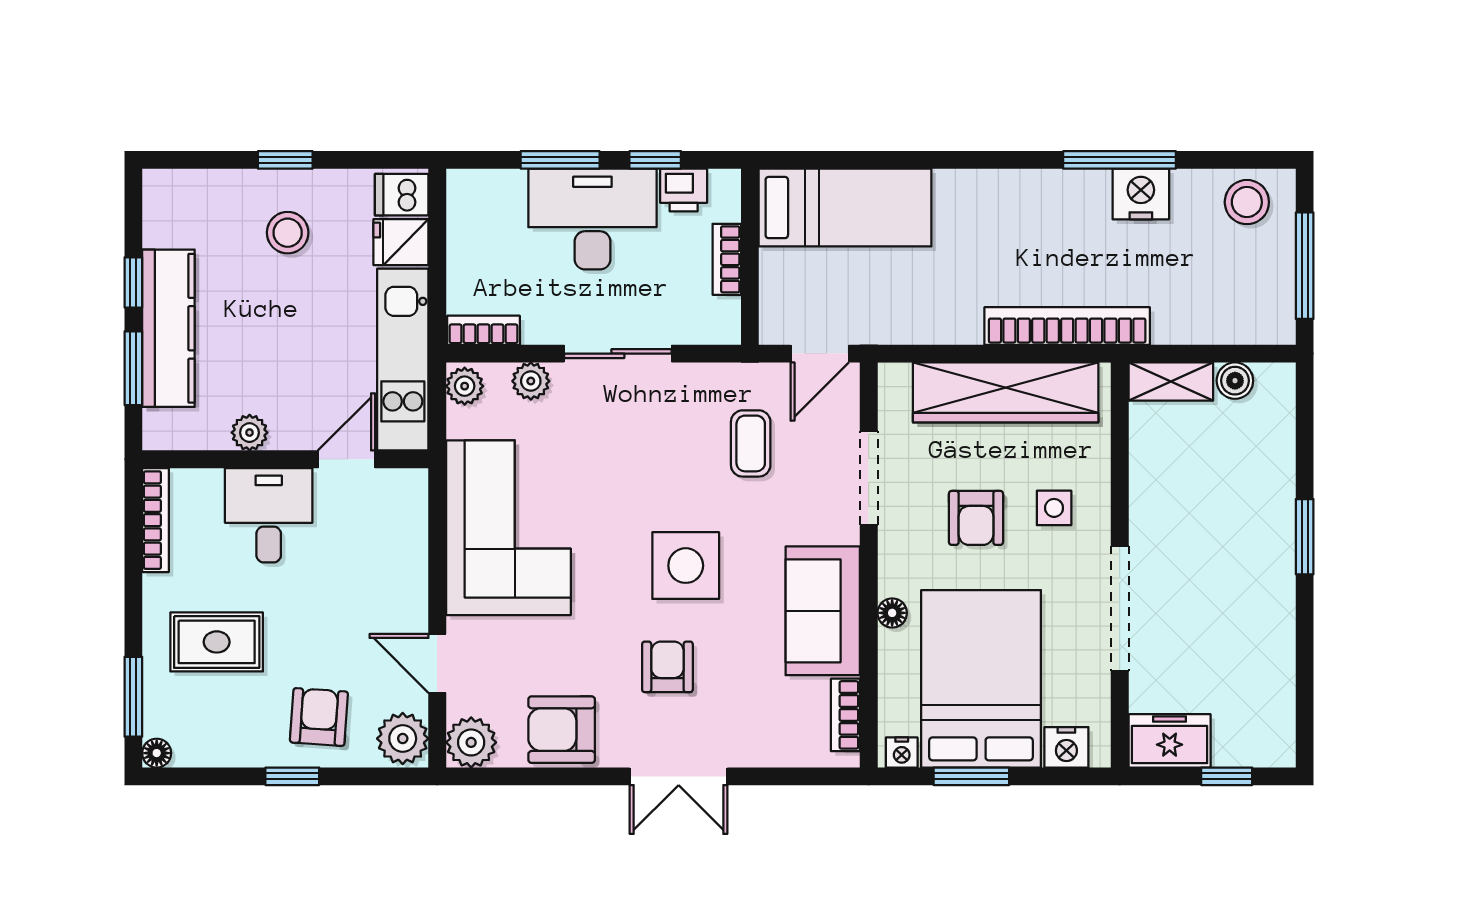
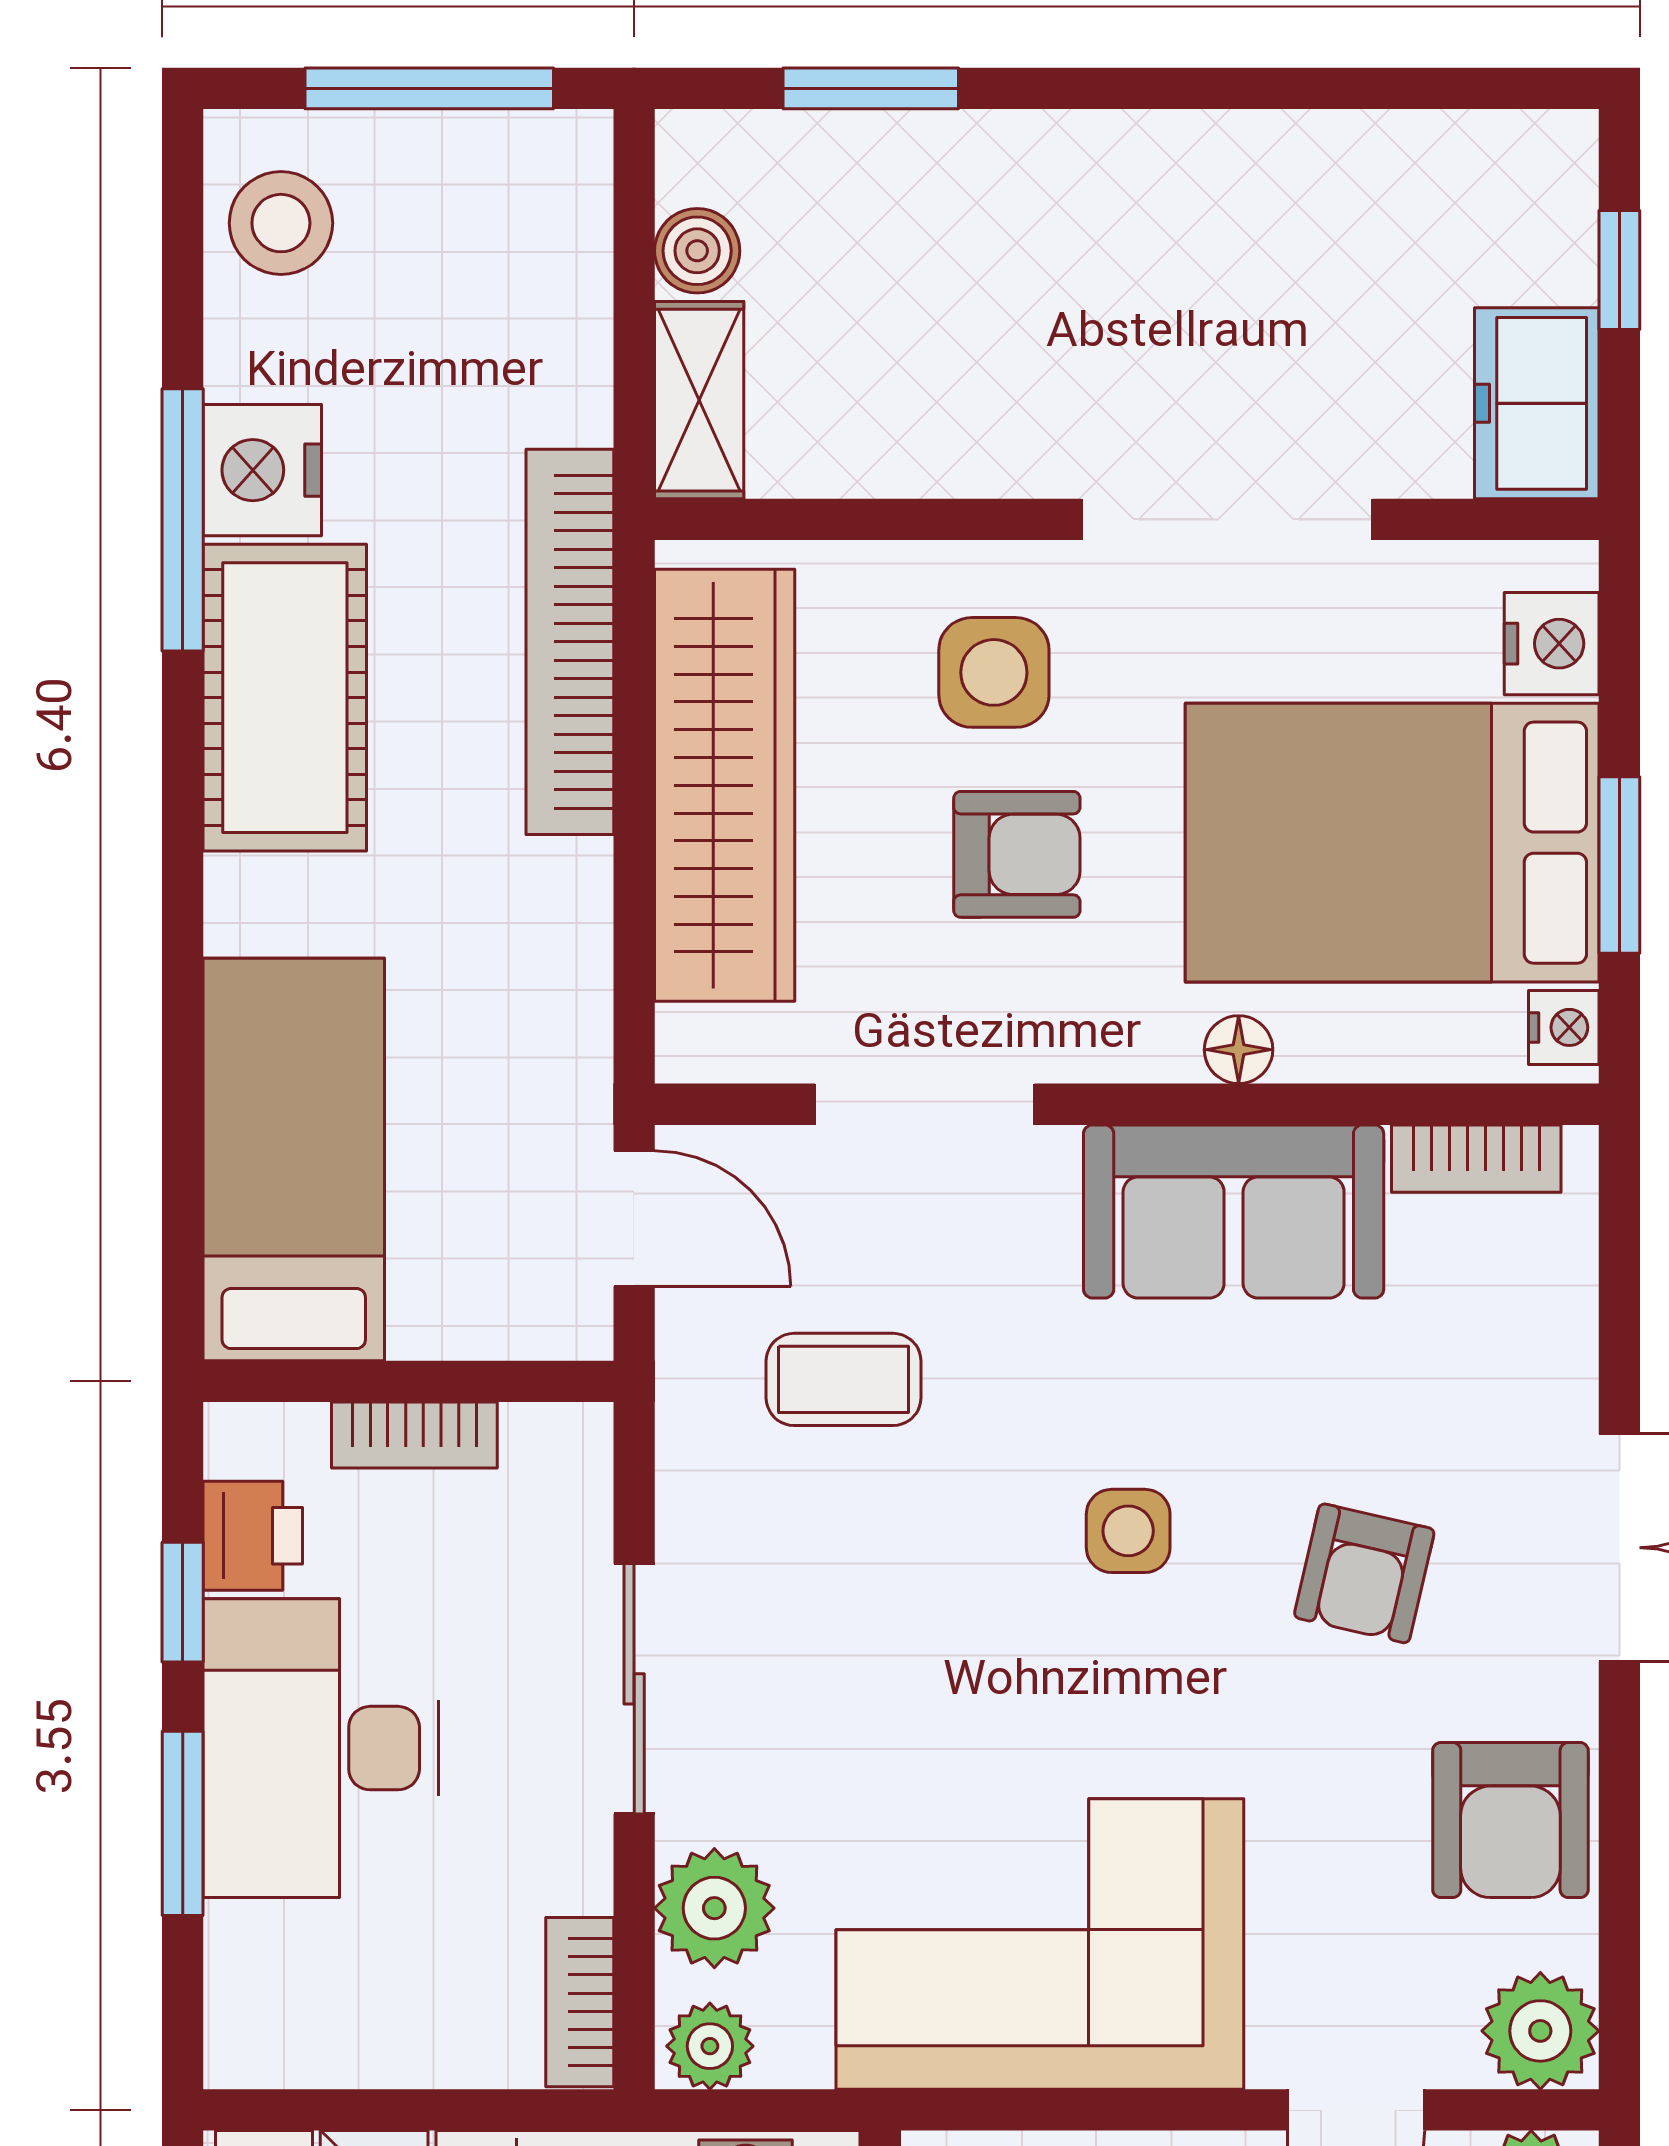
cot: (1043, 204) -> (285, 698), added
plant: (531, 381) -> (714, 1908), width x1.38, depth x1.38
side table: (1054, 508) -> (994, 672), width x1.37, depth x1.37
window: (1305, 537) -> (871, 88), moved
side table: (686, 566) -> (1128, 1531), width x0.54, depth x0.54
armchair: (667, 667) -> (1364, 1573), turned -77

